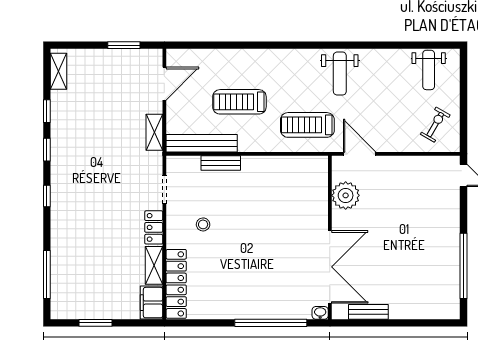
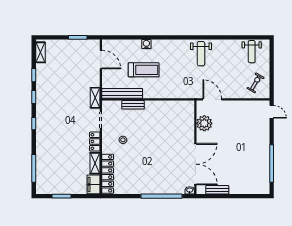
water cooler: (244, 57) -> (146, 44), added
door: (164, 84) -> (101, 59), hinge flipped
treadmill: (239, 102) -> (144, 70), turned 180
treadmill: (307, 125) -> (182, 83), removed
shelving: (154, 132) -> (95, 98), moved

